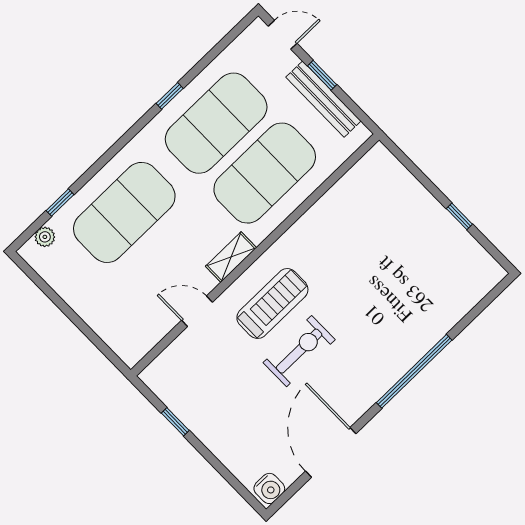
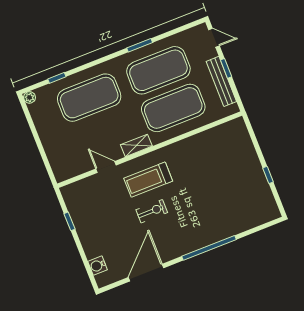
window: (170, 96) -> (140, 45), width x1.50
plant: (45, 237) -> (29, 97), moved
treadmill: (272, 304) -> (148, 180), turned 180
exercise bike: (299, 351) -> (152, 211), width x0.73, depth x0.72
water cooler: (269, 488) -> (98, 266), moved, turned 90

